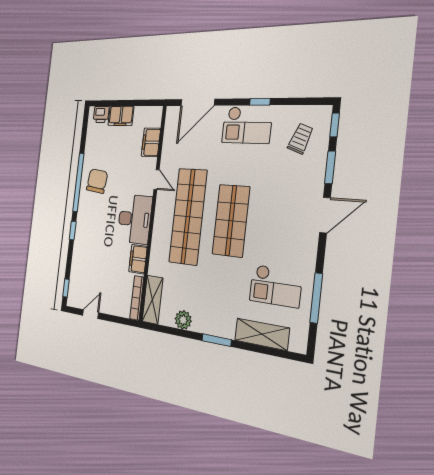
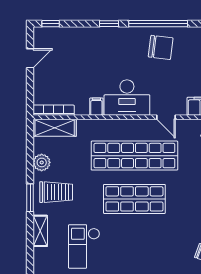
door: (157, 180) -> (166, 117), hinge flipped
filing cabinet: (138, 259) -> (96, 107), width x0.50
trolley: (214, 309) -> (56, 192), added
door: (91, 314) -> (30, 58), hinge flipped
shelving: (262, 334) -> (40, 231), width x0.67, depth x0.75

